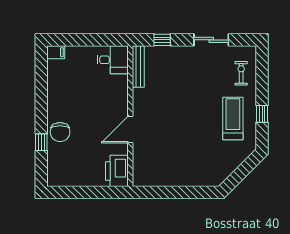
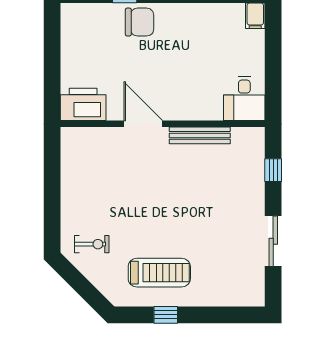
bench: (138, 67) -> (200, 135), moved
exercise bike: (241, 73) -> (92, 244), moved
chair: (60, 132) -> (140, 22), turned 180

